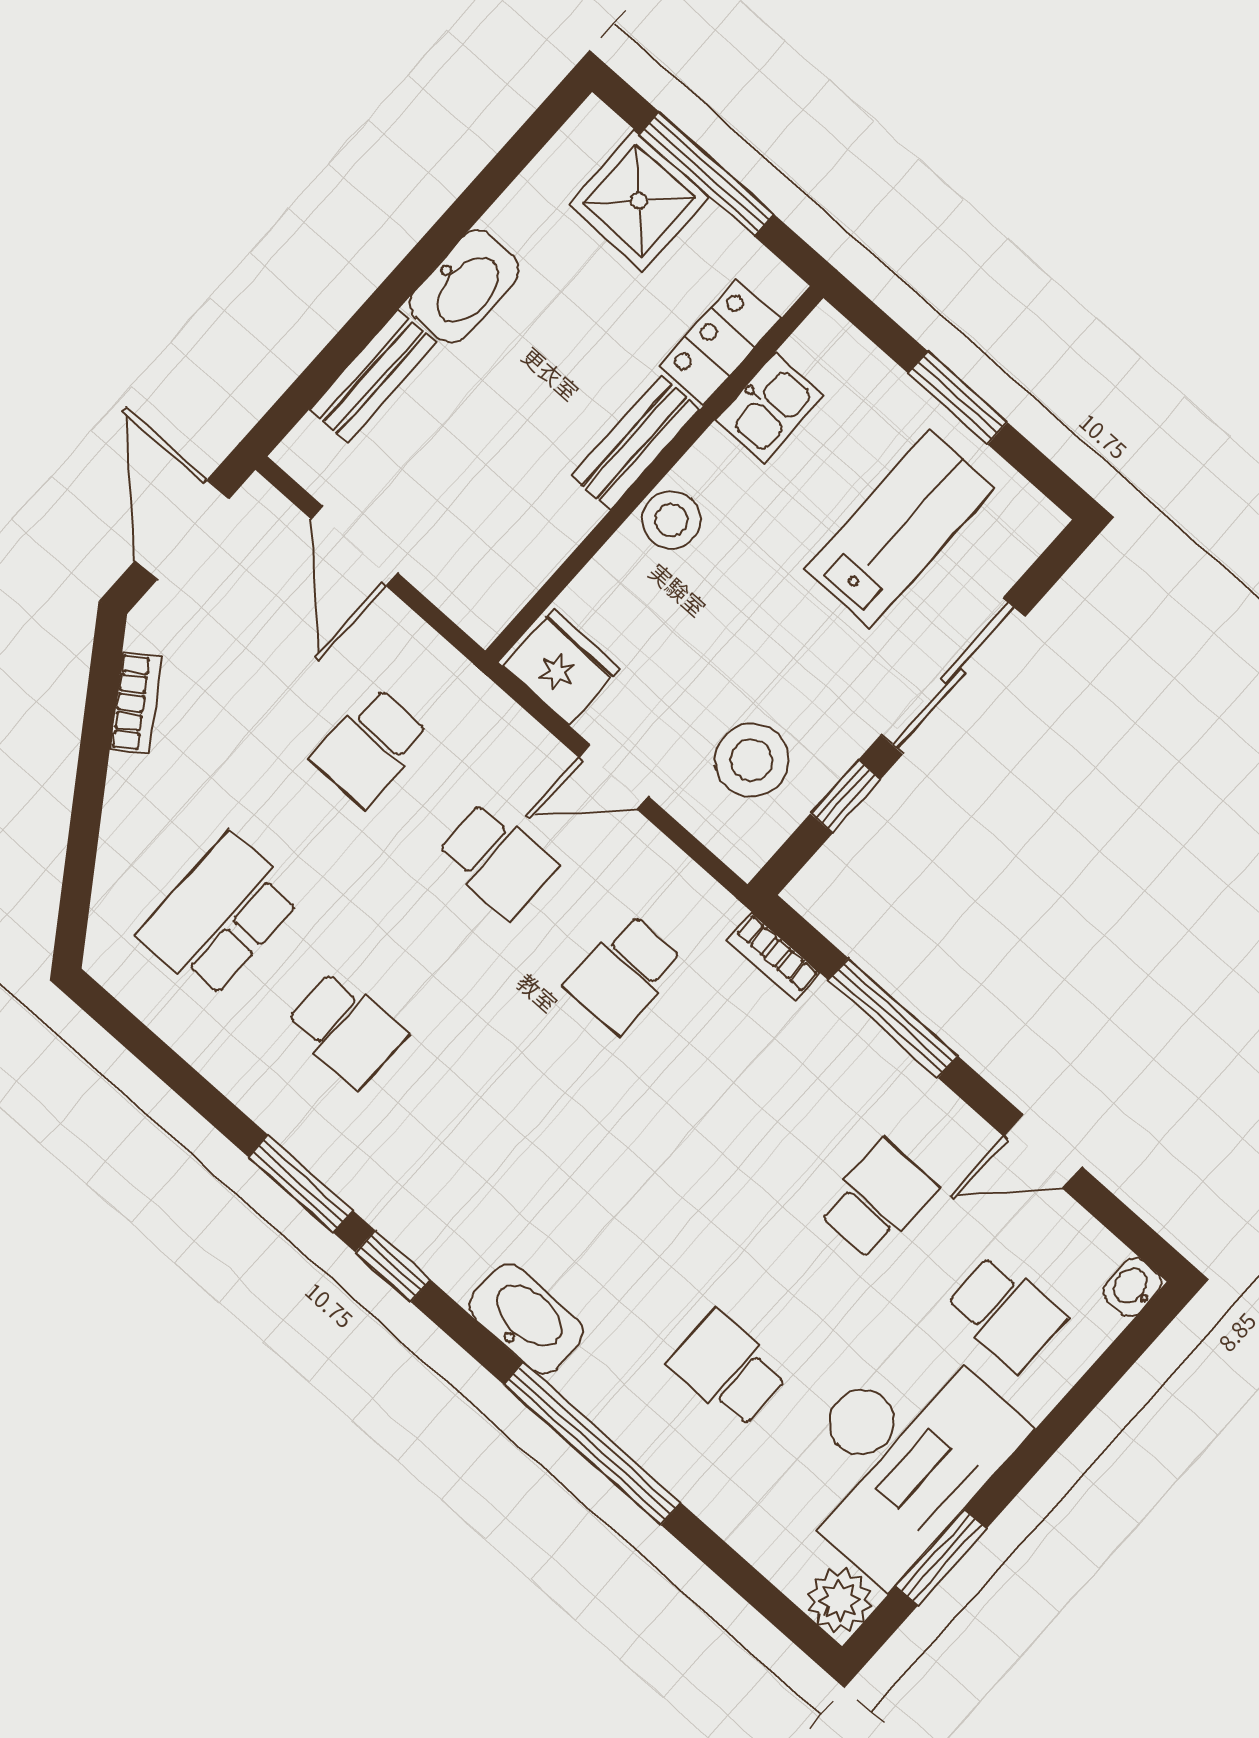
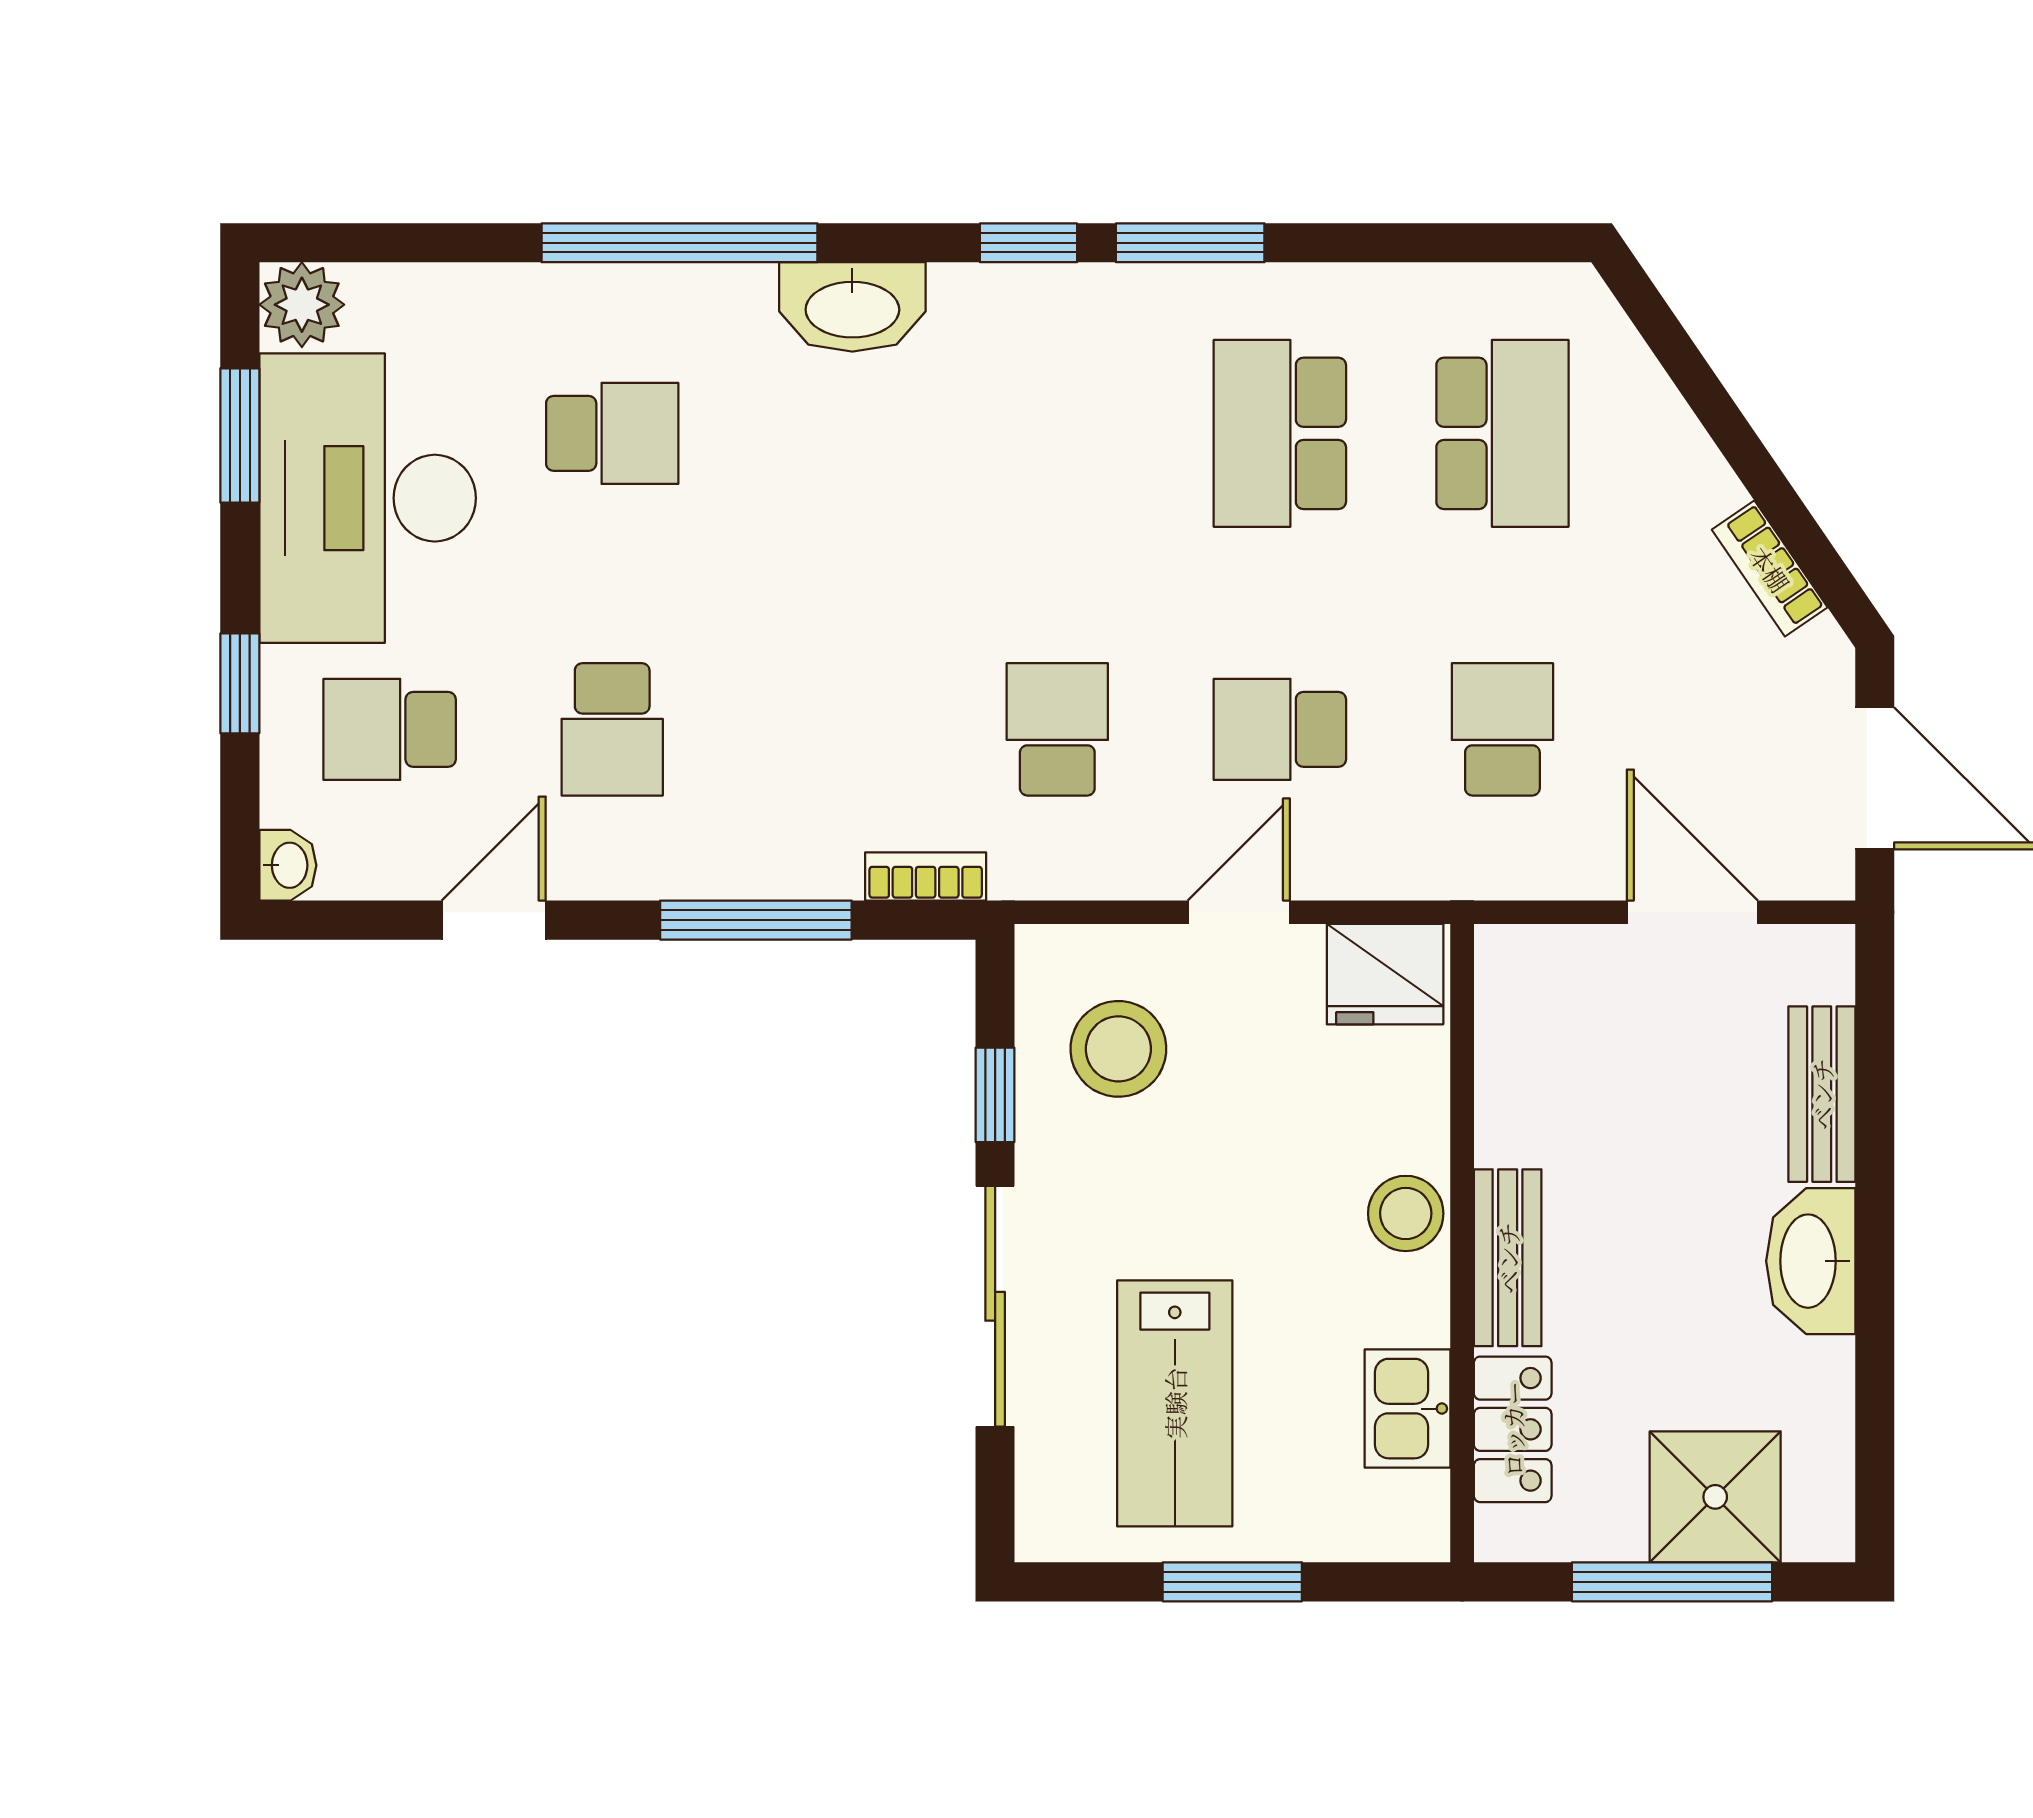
school desk: (346, 1029) -> (1280, 433), width x1.85
window: (1067, 1416) -> (240, 683), added

